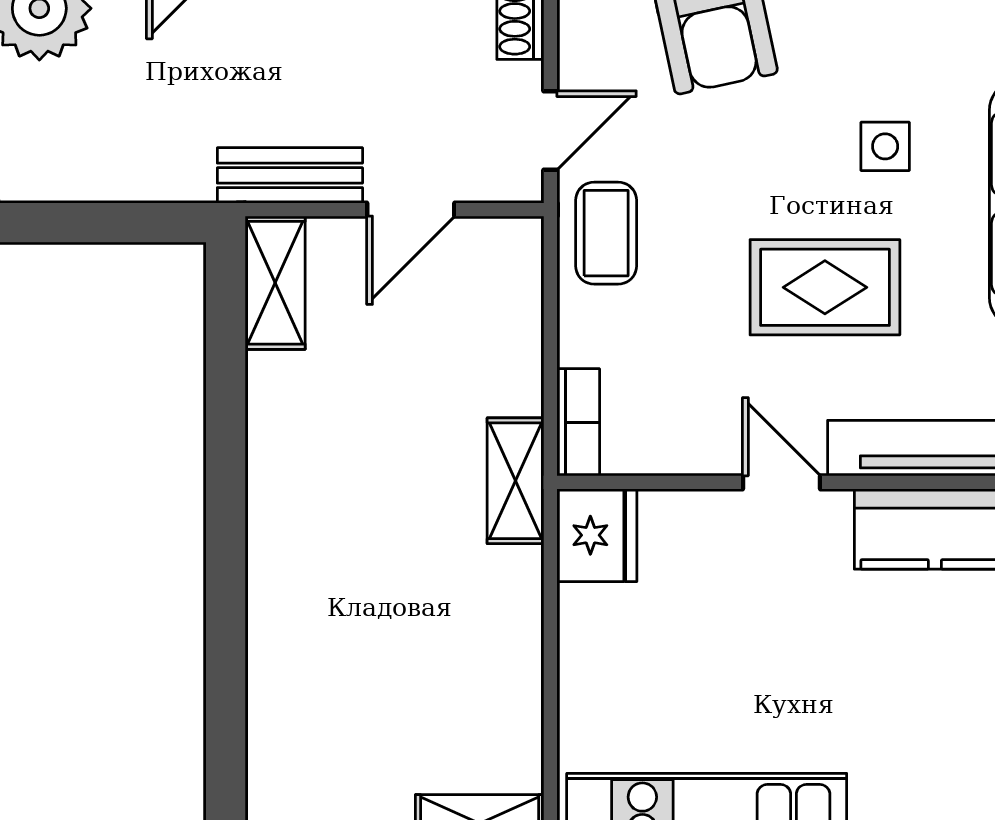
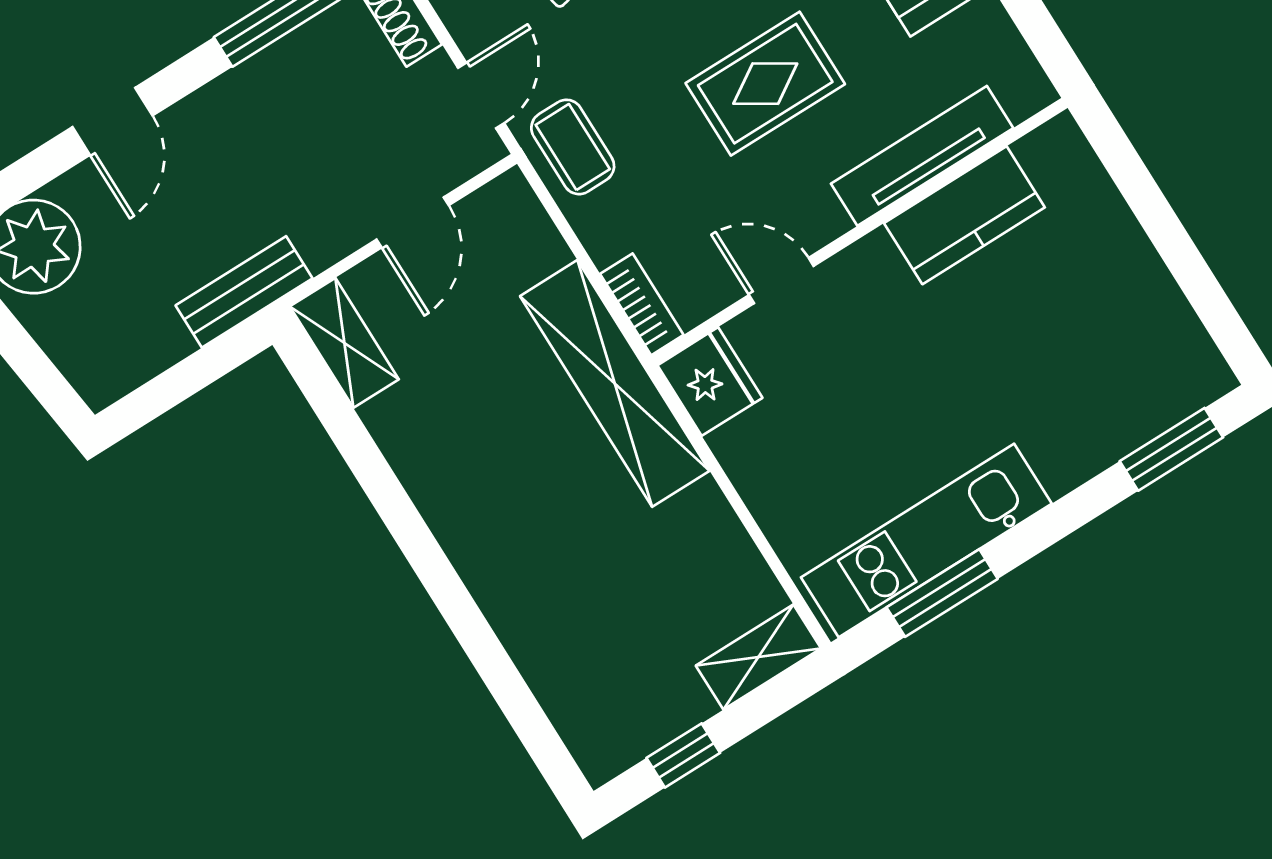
bench: (290, 175) -> (244, 292), moved
shelving: (515, 481) -> (615, 383), width x2.20, depth x1.33
door: (782, 482) -> (781, 281), moved

